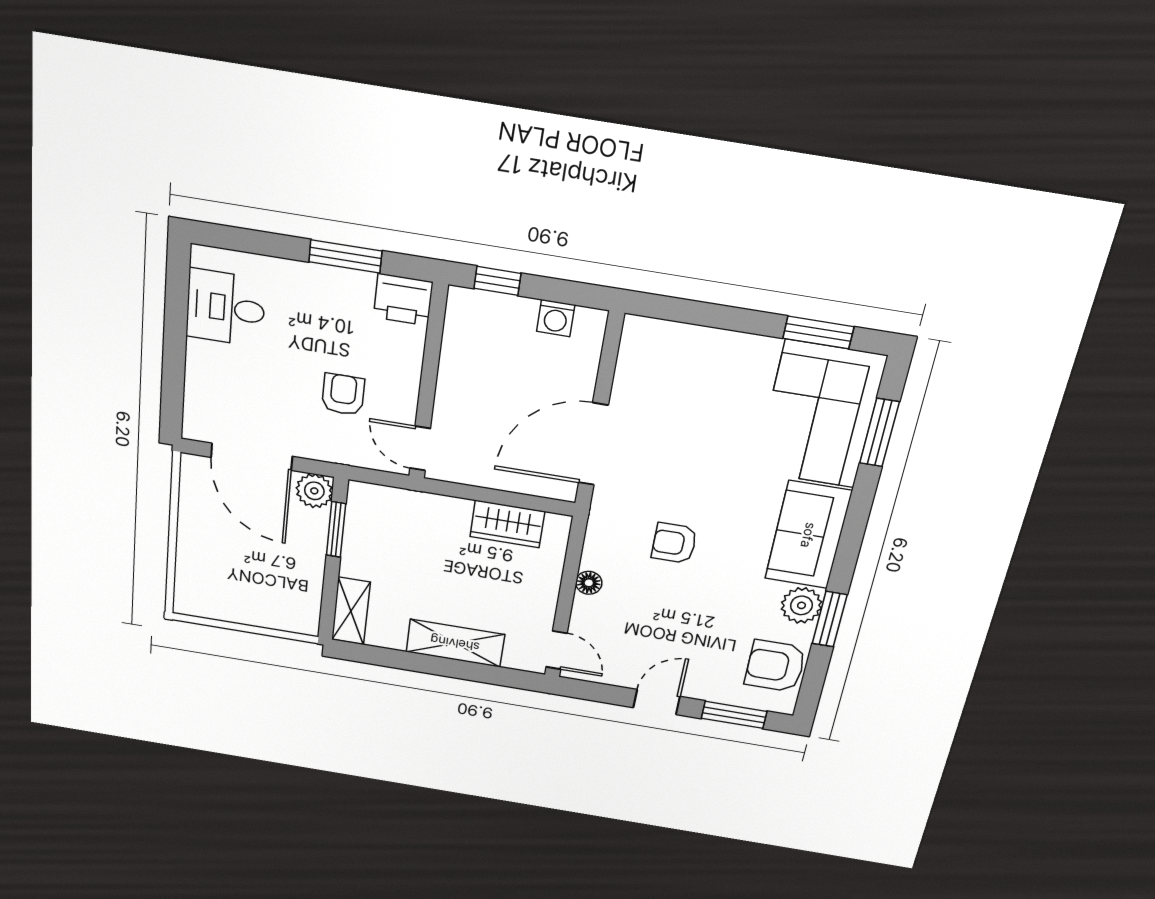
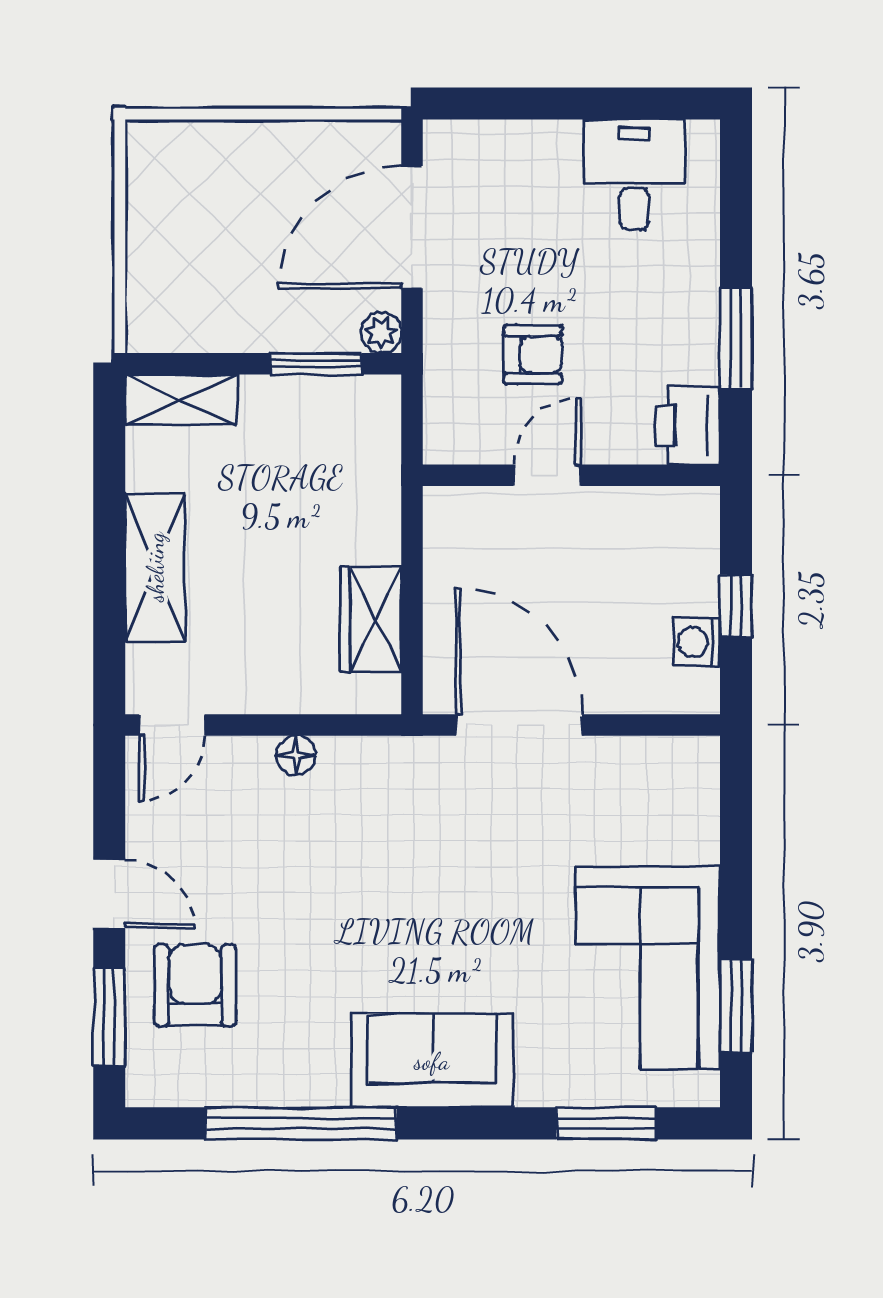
window: (497, 281) -> (736, 606), moved
corner sofa: (820, 415) -> (648, 968), moved, turned -90
door: (420, 448) -> (547, 475), moved
plant: (314, 491) -> (381, 333), width x0.73, depth x0.73
armchair: (674, 543) -> (384, 870), removed
plant: (801, 605) -> (316, 1077), removed
window: (830, 619) -> (301, 1123), width x2.11
armchair: (775, 666) -> (195, 985), moved

